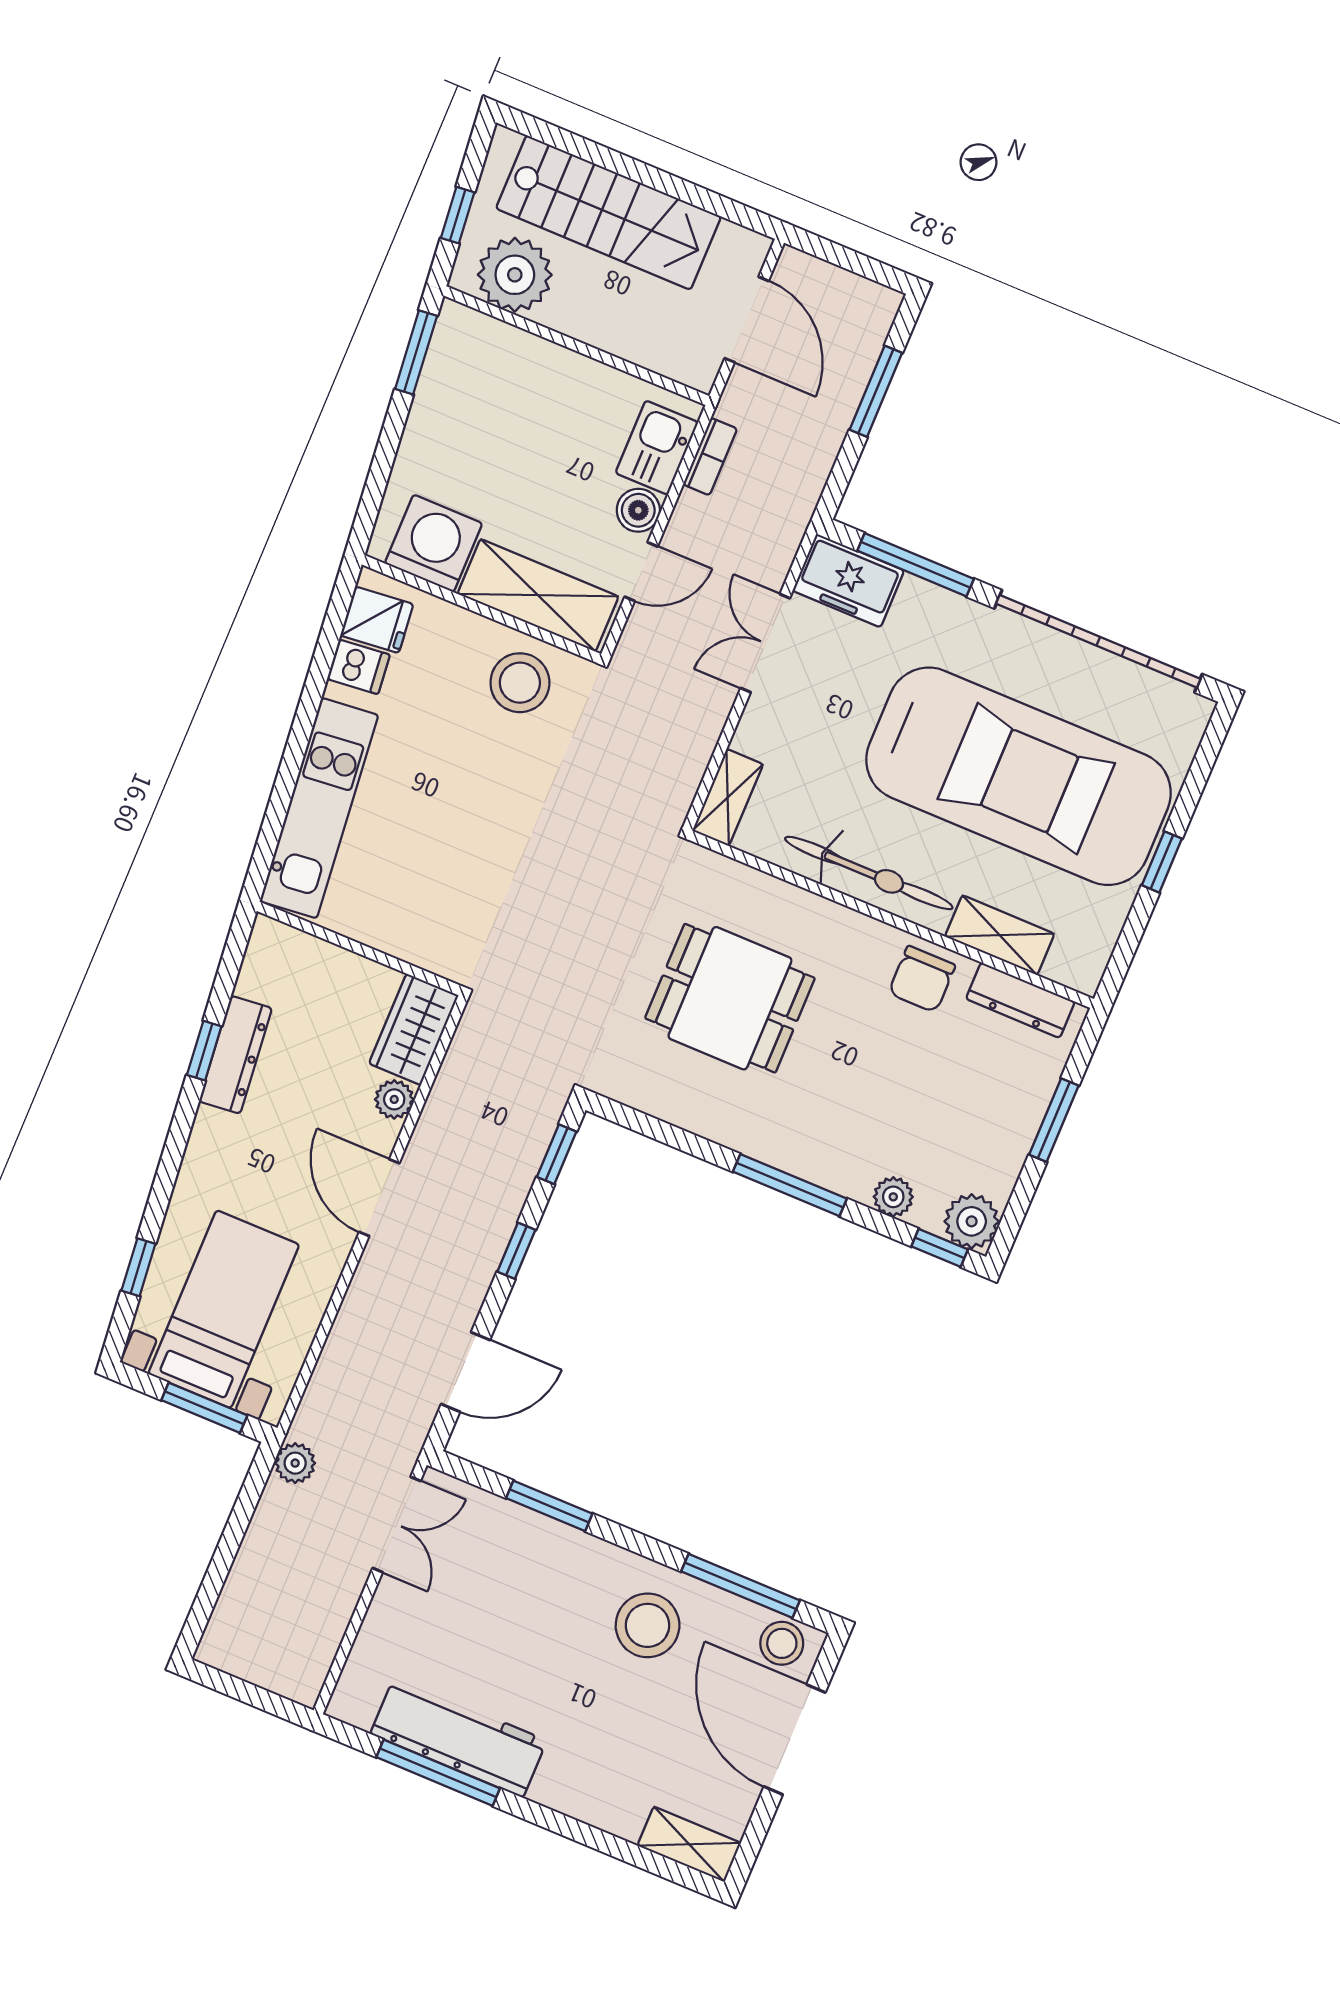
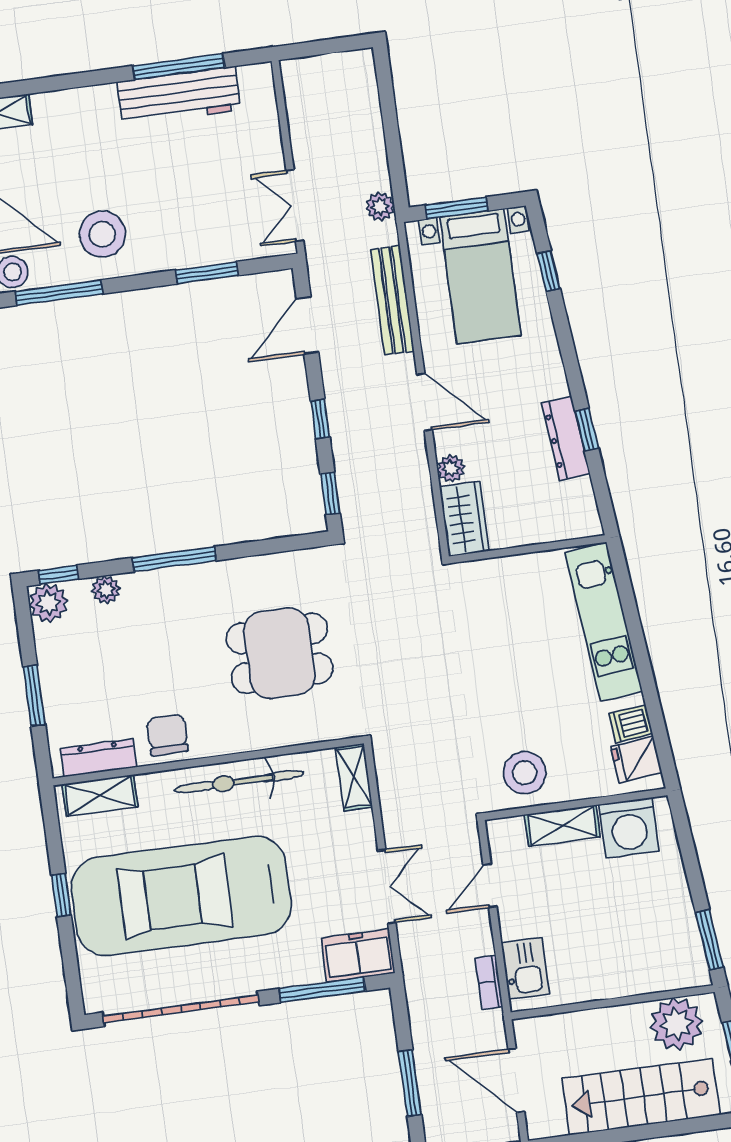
boiler: (638, 510) -> (514, 923), removed
shelving: (538, 595) -> (562, 826), width x0.67, depth x0.75
shelving: (1000, 935) -> (100, 795), moved
bench: (346, 1342) -> (392, 300), added

